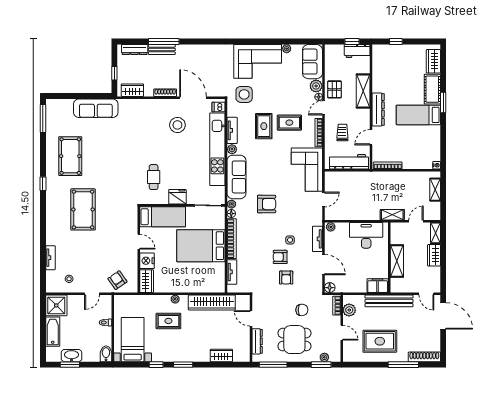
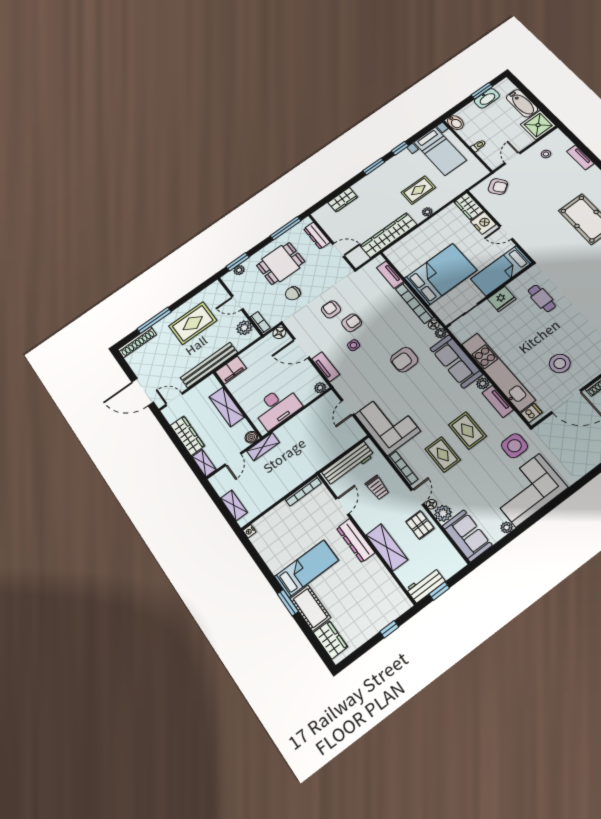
rug: (289, 123) -> (443, 454), turned 90
boiler: (395, 227) -> (251, 437), added
wardrobe: (434, 255) -> (187, 436), width x1.50

